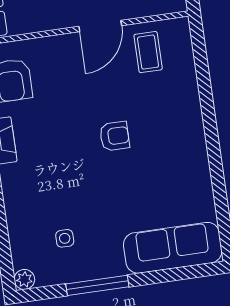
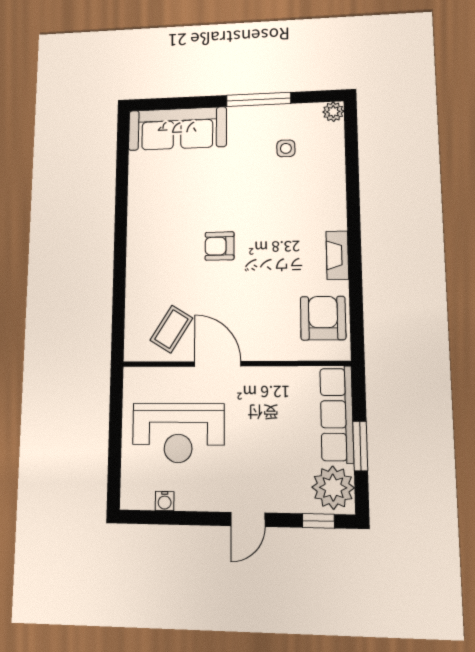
door: (100, 26) -> (218, 364), hinge flipped
coffee table: (148, 52) -> (171, 329), turned 32

